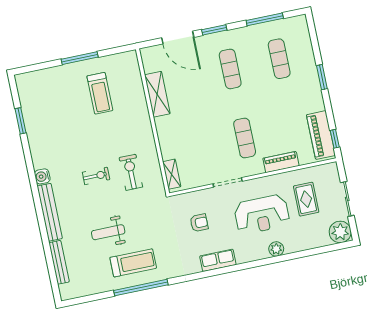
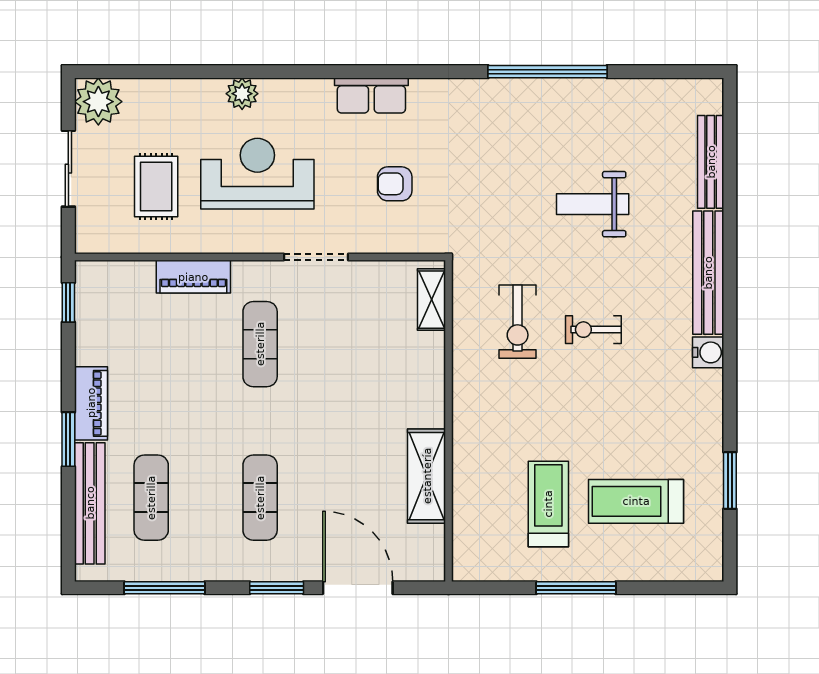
bench: (306, 50) -> (90, 503), added
piano: (321, 135) -> (91, 403), moved, width x0.73, depth x0.75
weight bench: (108, 232) -> (593, 204), turned 180
treadmill: (133, 263) -> (636, 501), moved

